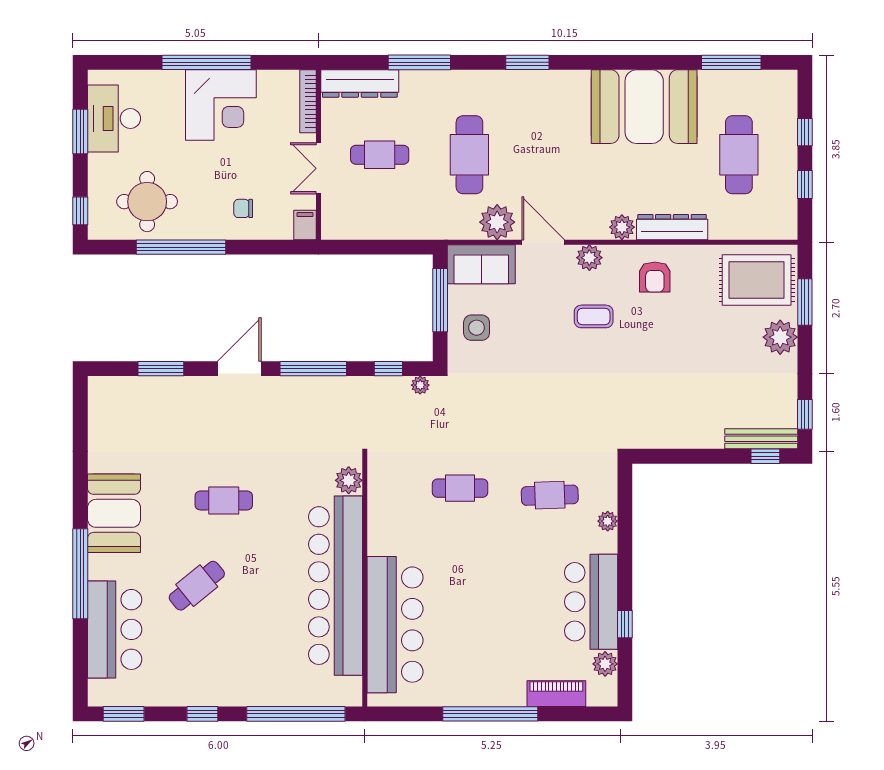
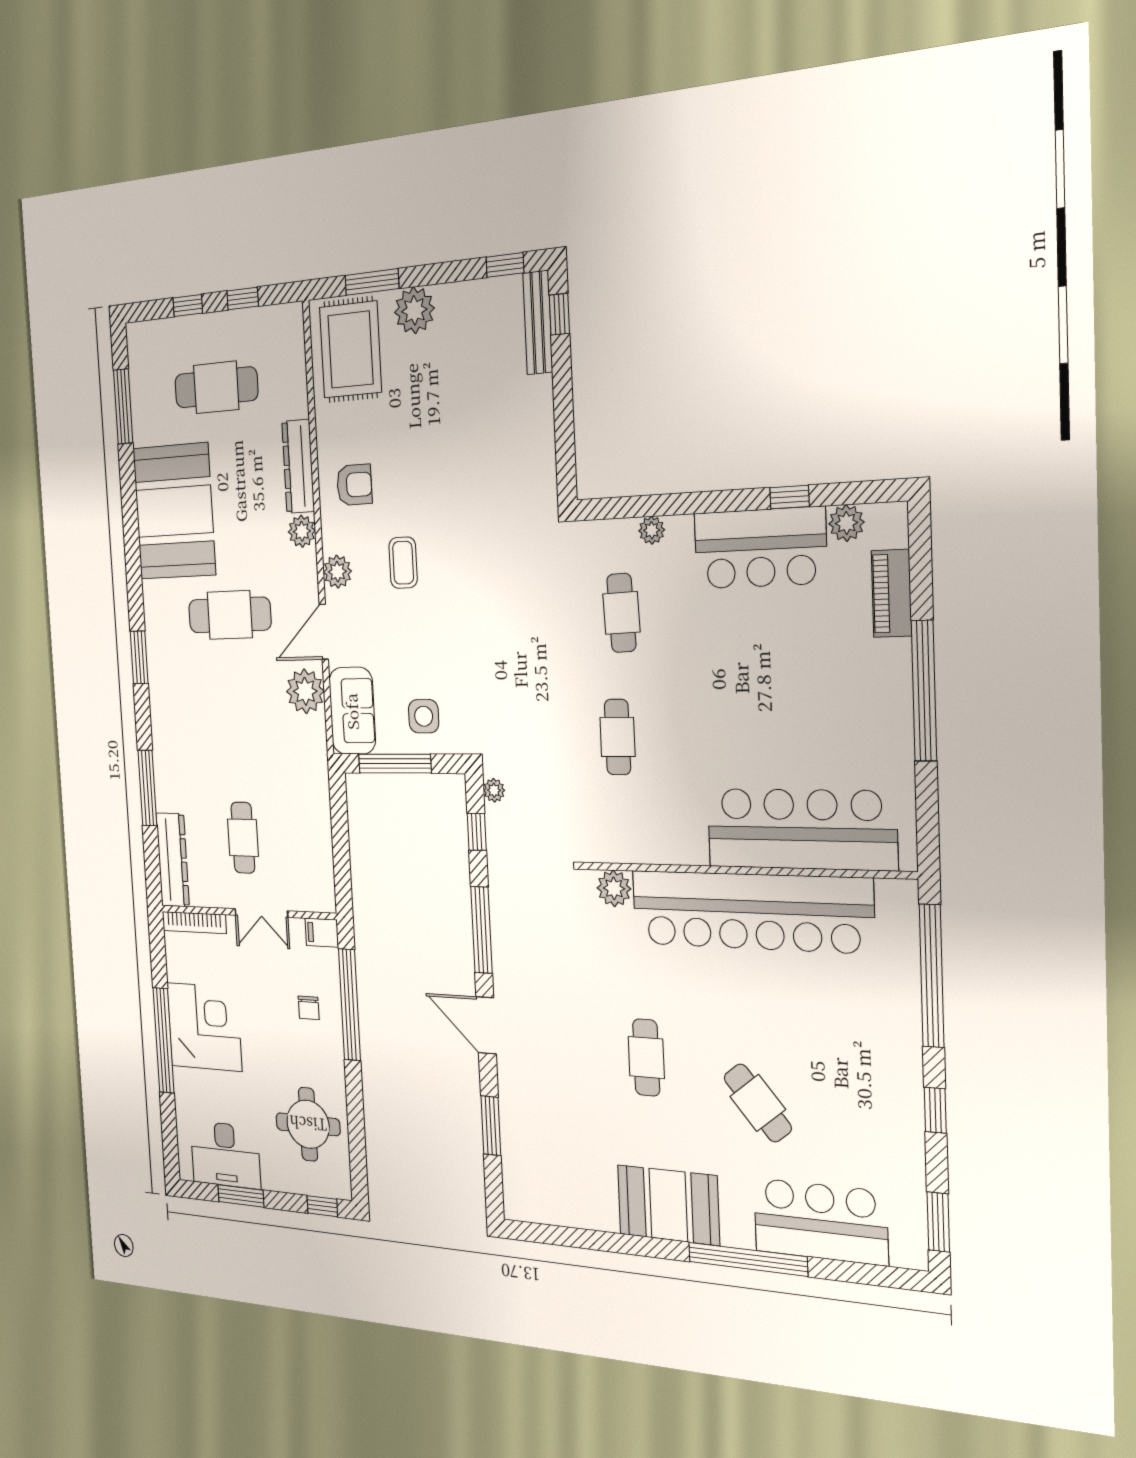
cafe table: (469, 155) -> (230, 615), moved
window: (181, 247) -> (349, 1005), moved

